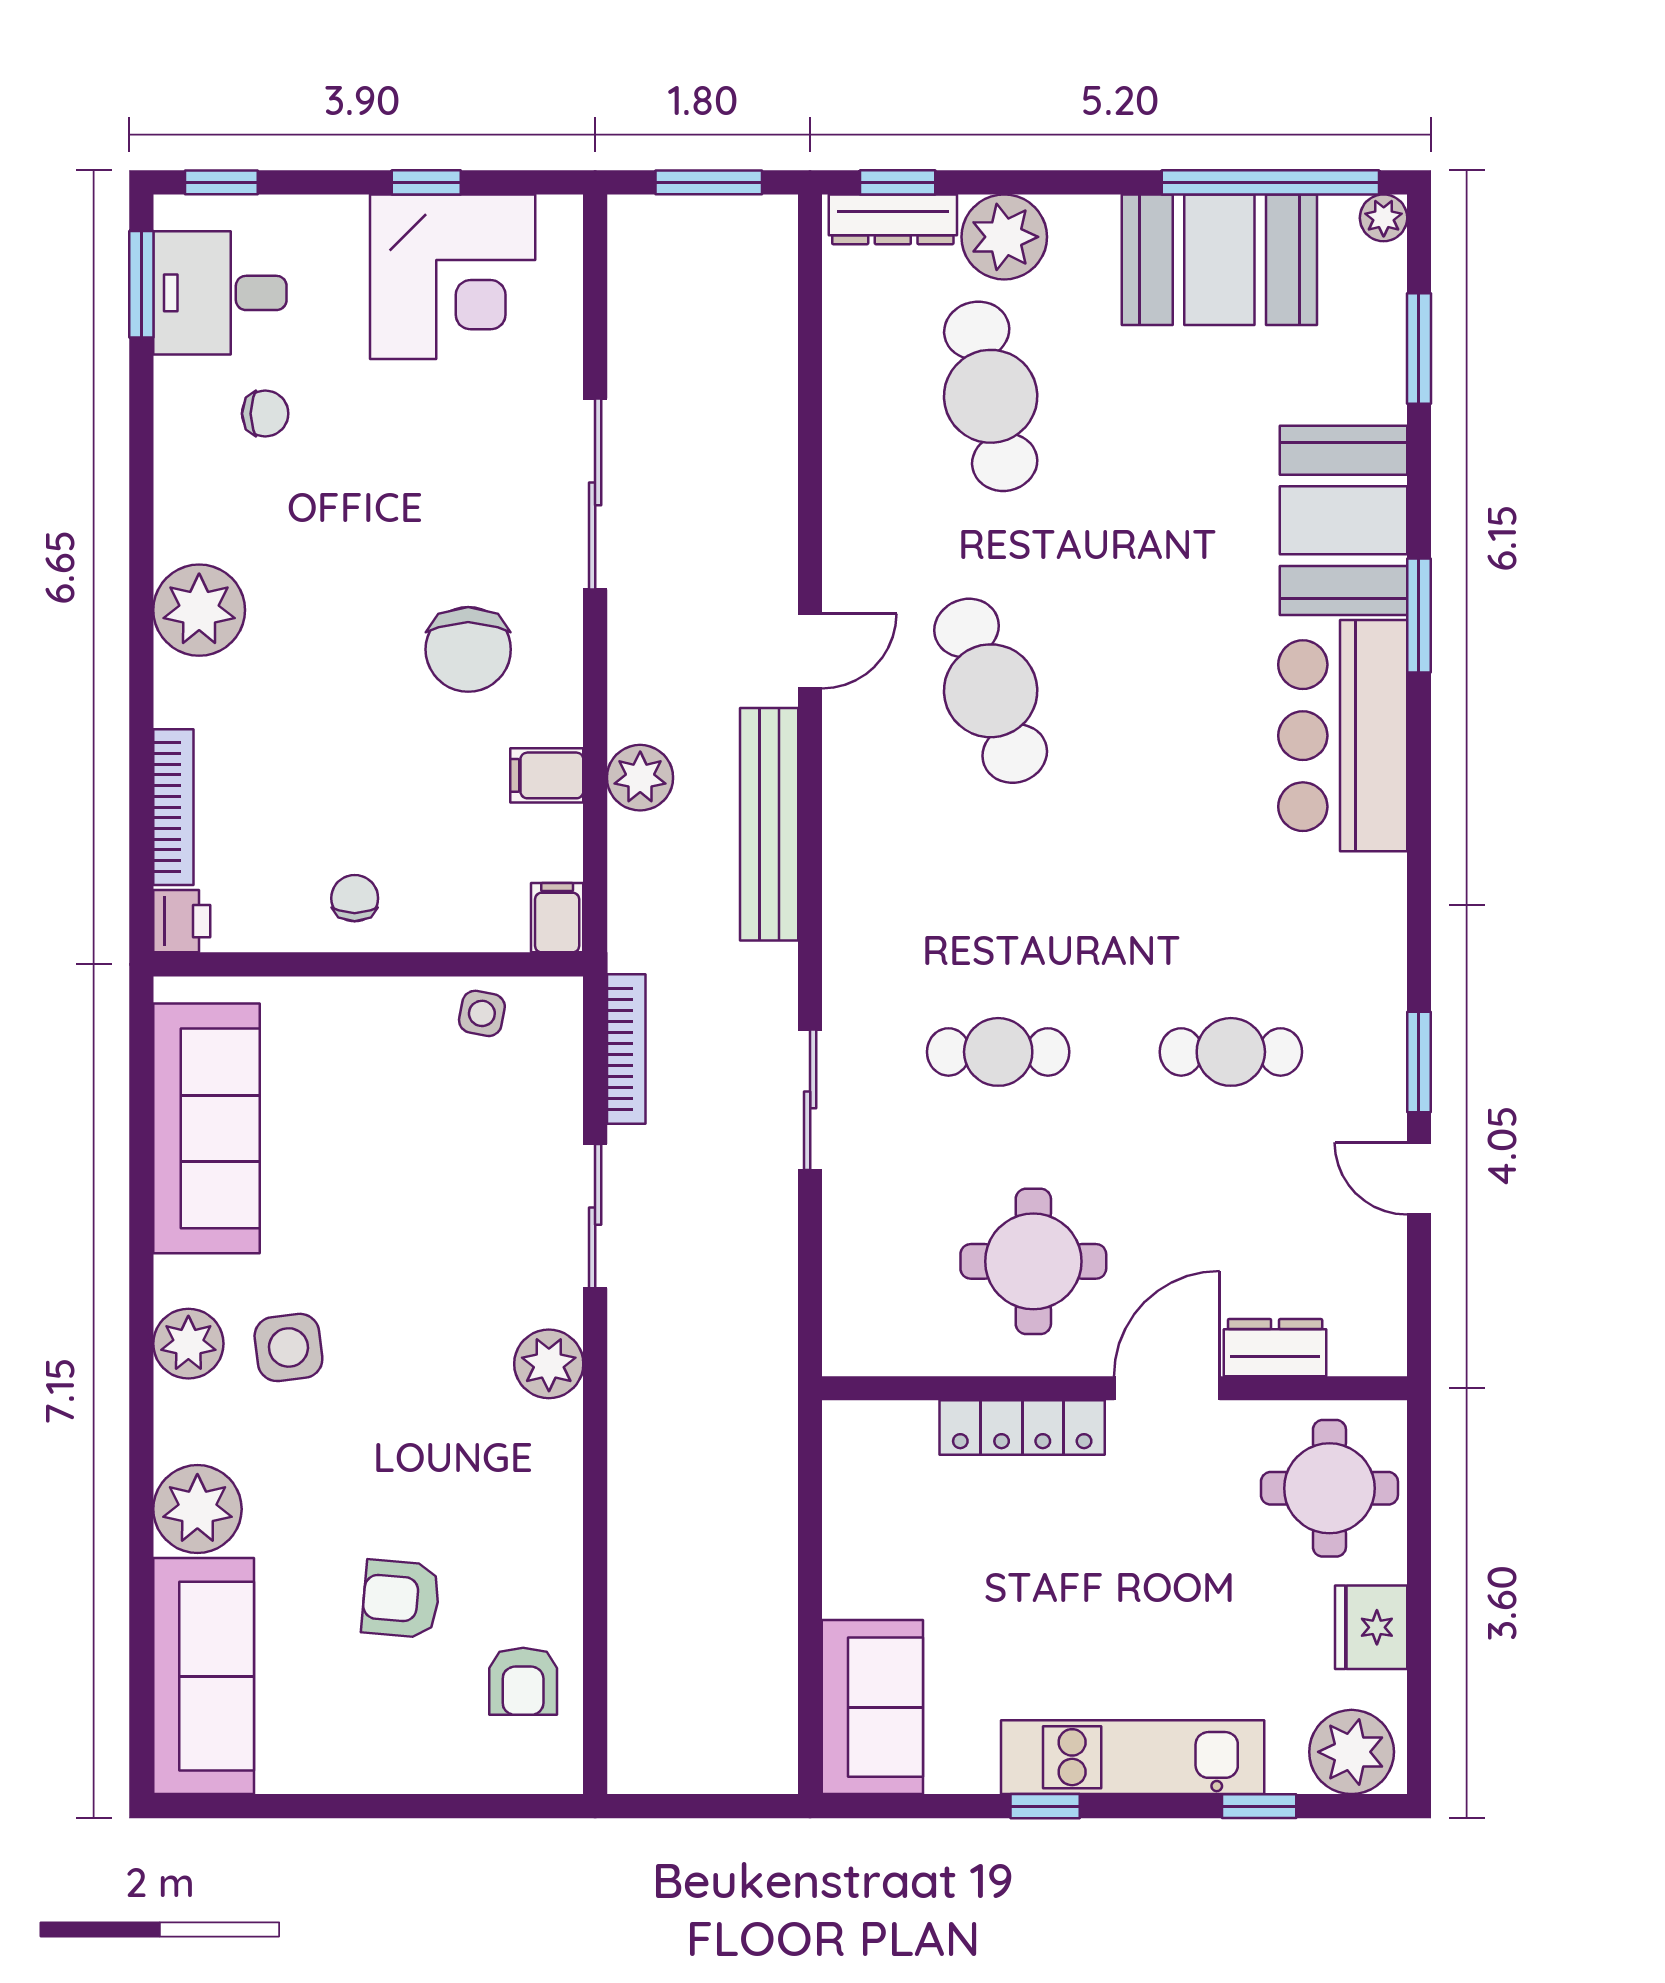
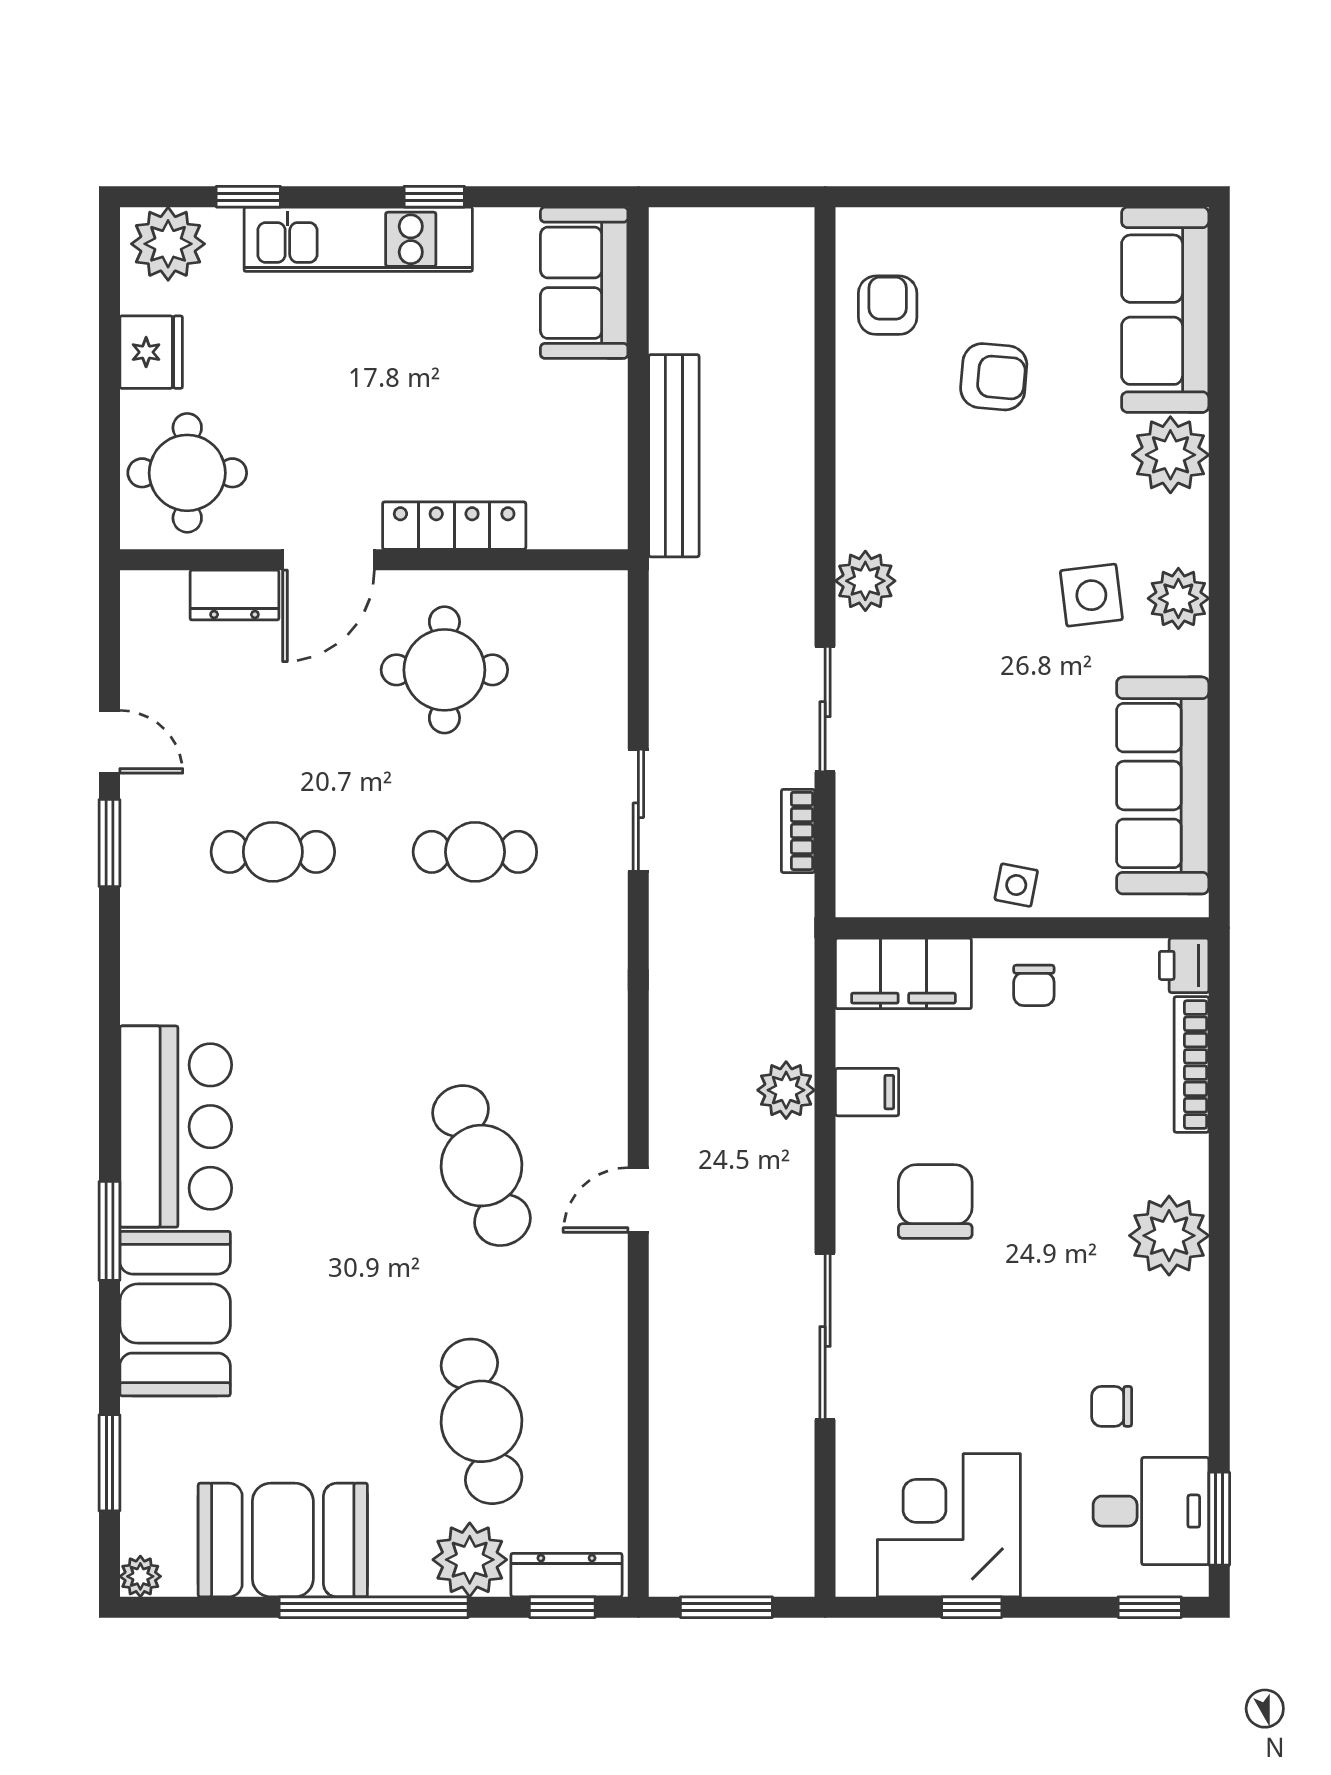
window: (1270, 182) -> (374, 1607), moved
bench: (769, 824) -> (674, 456), moved
filing cabinet: (557, 918) -> (903, 973), width x3.00, depth x1.17
side table: (482, 1013) -> (1016, 885), moved
bookcase: (626, 1049) -> (798, 831), width x0.64

